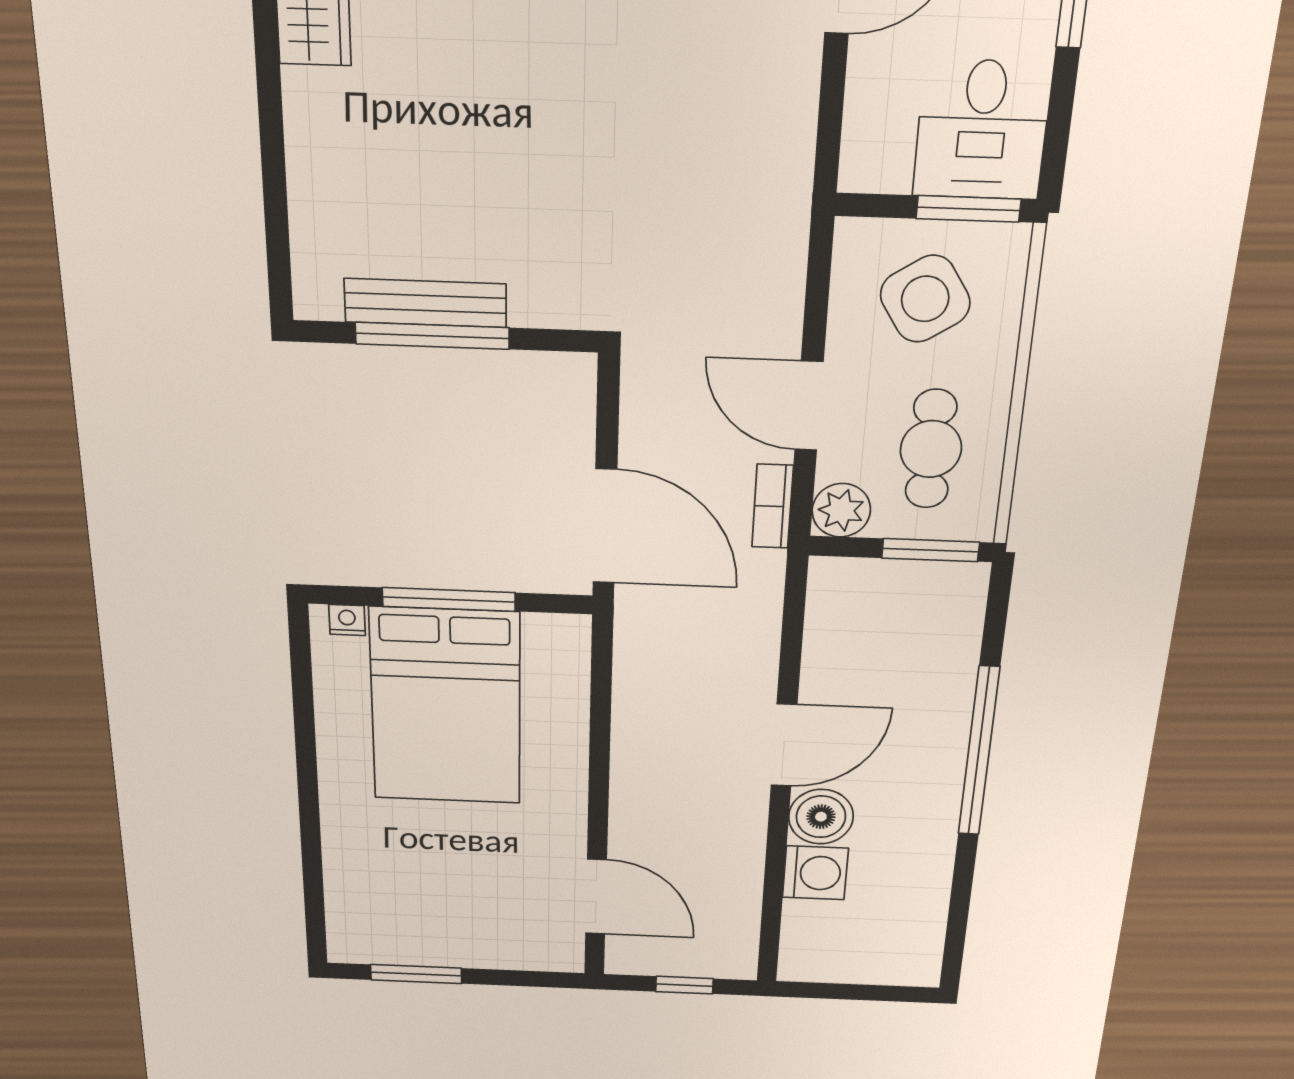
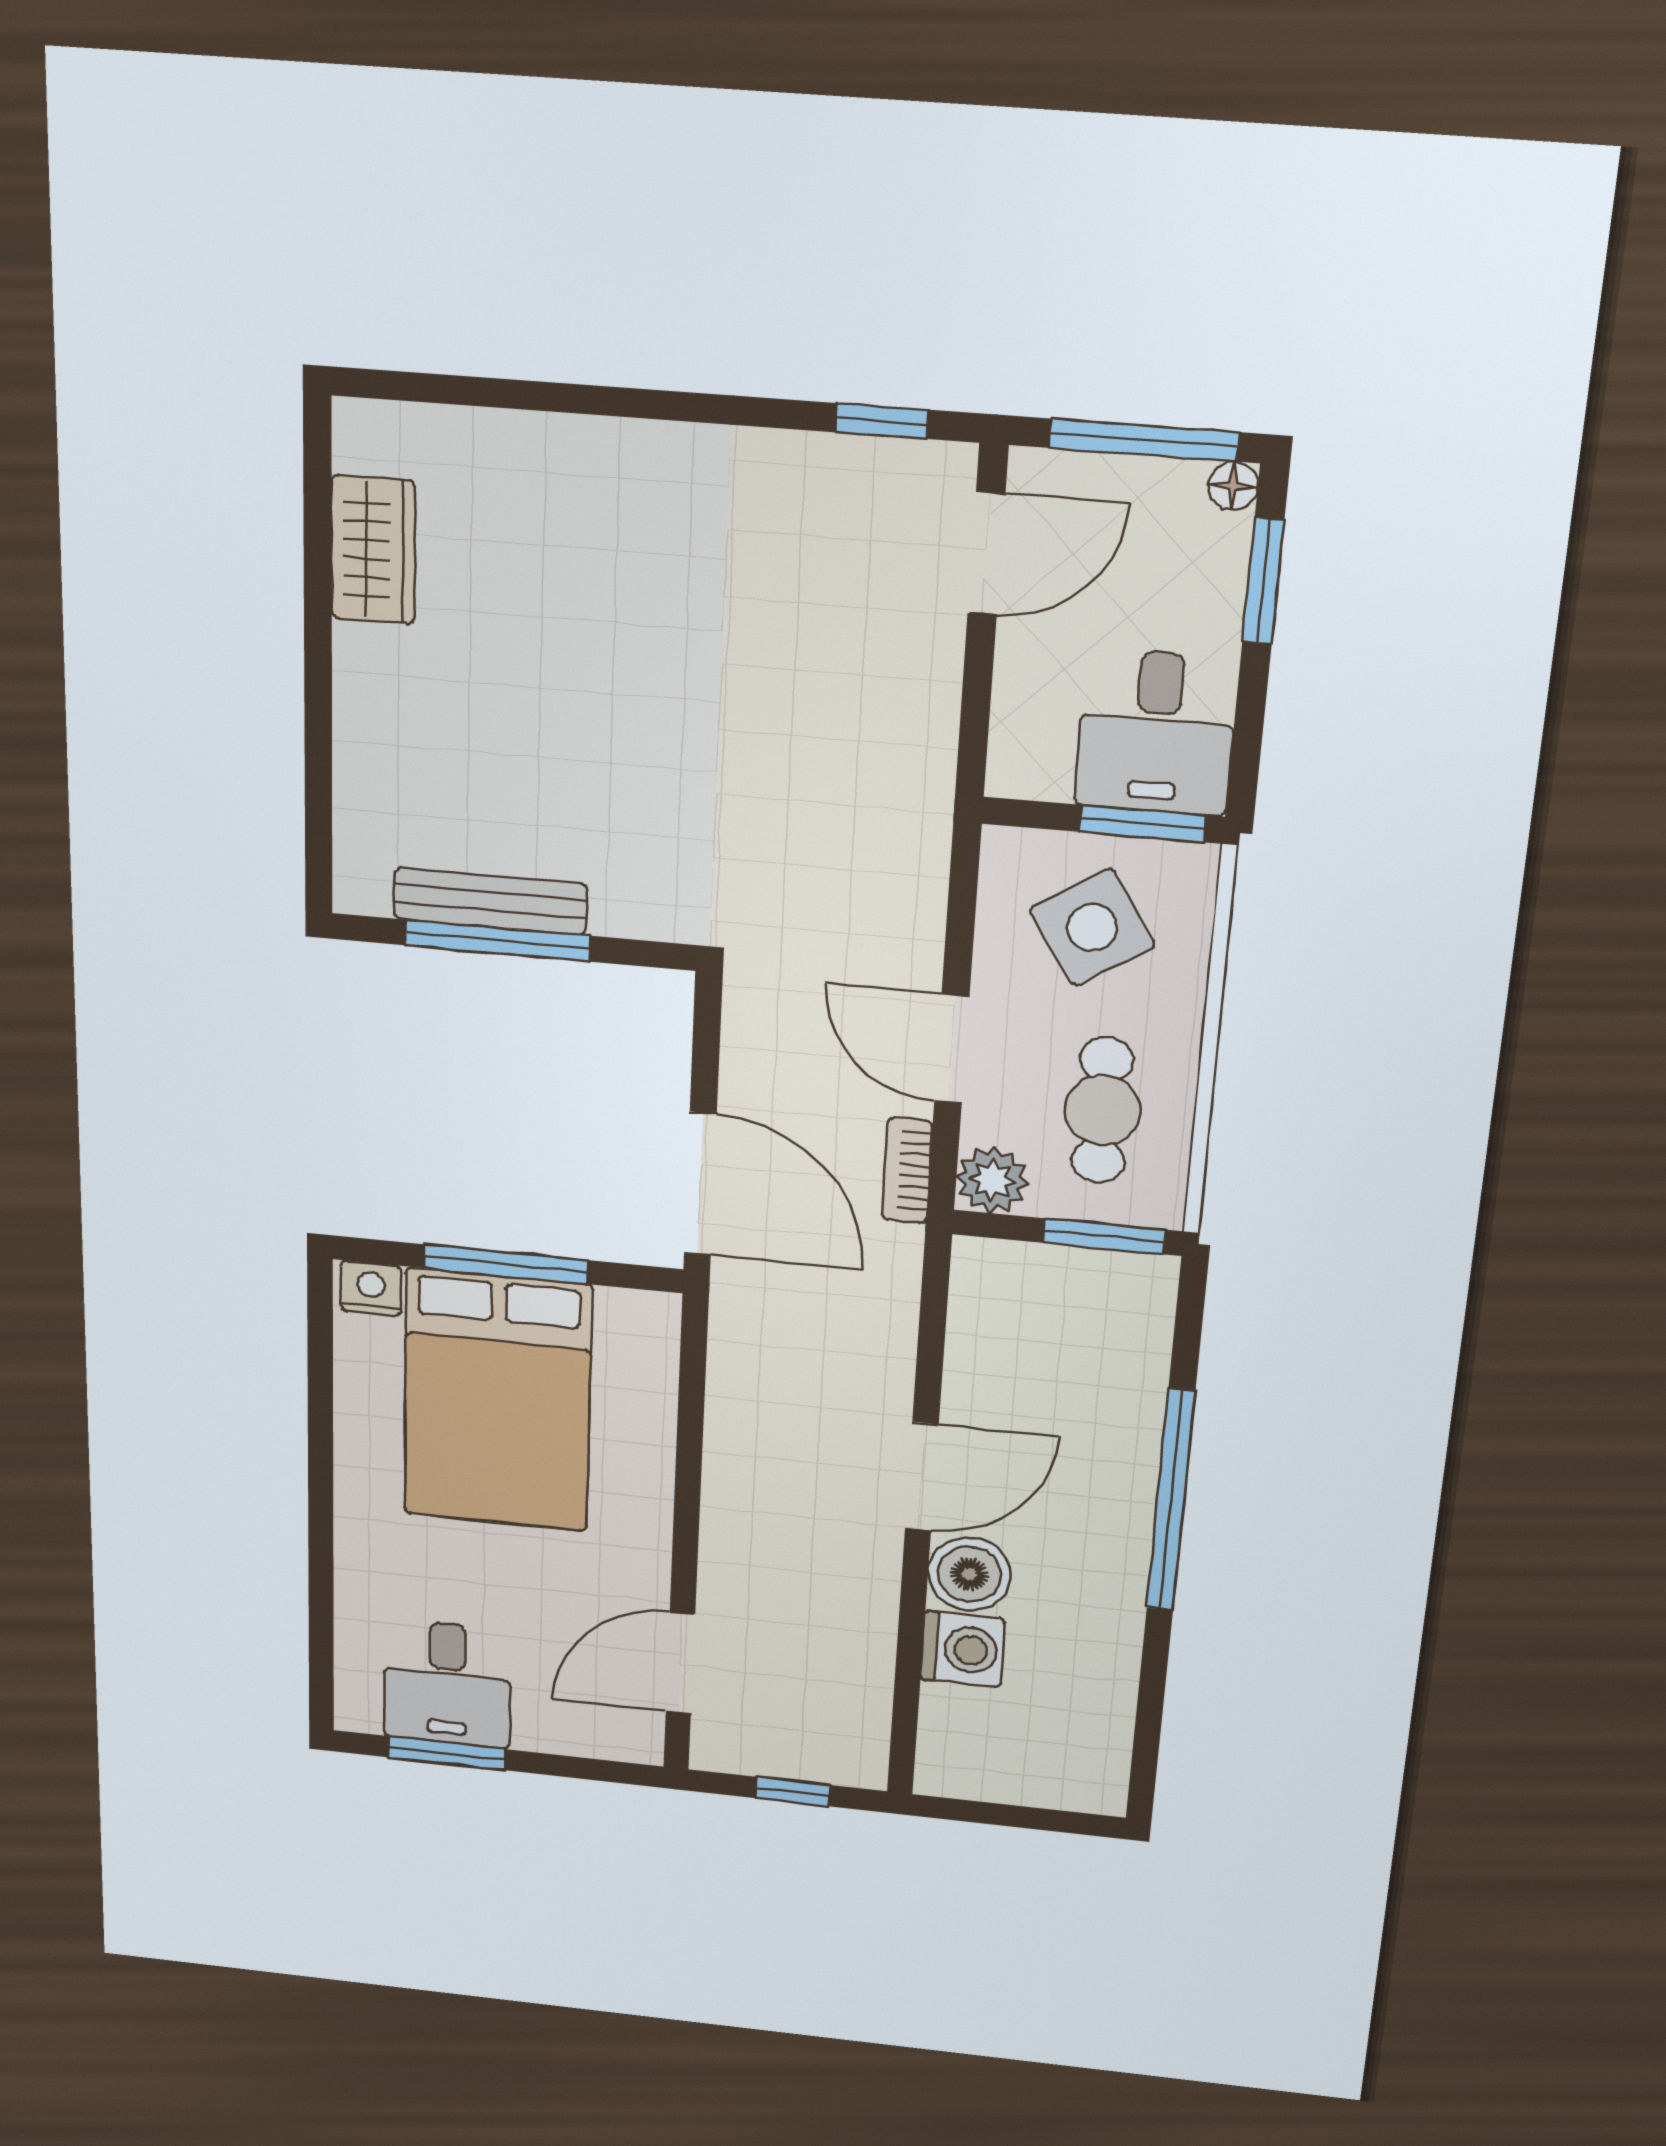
nightstand: (347, 620) -> (371, 1289), width x1.39, depth x1.35
door: (596, 897) -> (680, 1663), swing flipped
desk: (414, 923) -> (447, 1684), added

